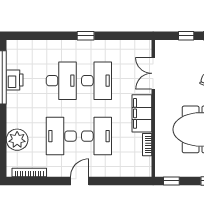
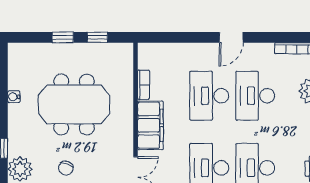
desk: (61, 136) -> (255, 96), turned 180
window: (171, 181) -> (97, 37), moved

